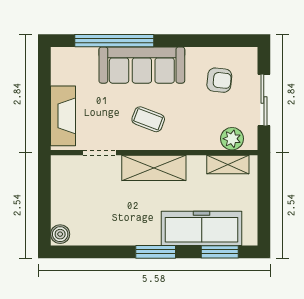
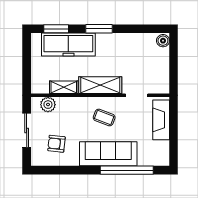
shelving: (228, 164) -> (64, 87), moved

